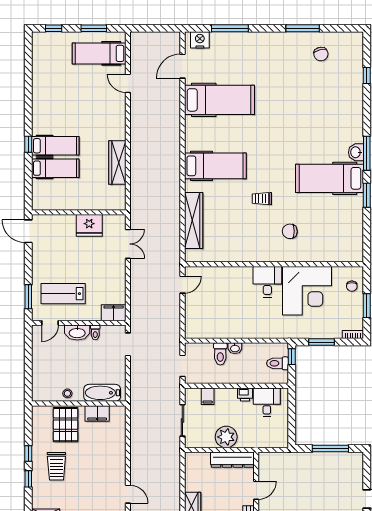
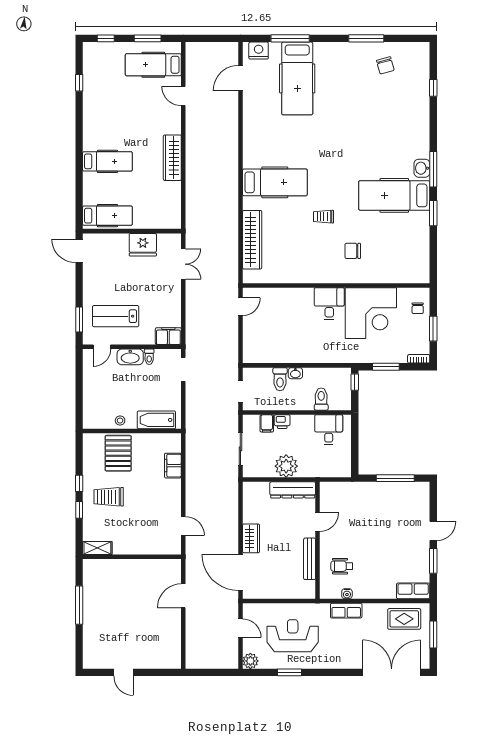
hospital bed: (219, 100) -> (297, 78), moved, turned 90
window: (28, 144) -> (79, 83), moved
wardrobe: (117, 163) -> (172, 158), moved
hospital bed: (55, 168) -> (107, 216), moved
toilet: (277, 363) -> (321, 399), moved, turned 90
printer: (245, 394) -> (282, 422), moved
filing cabinet: (97, 413) -> (173, 466), moved, turned 90
trolley: (56, 466) -> (109, 497), turned 90

